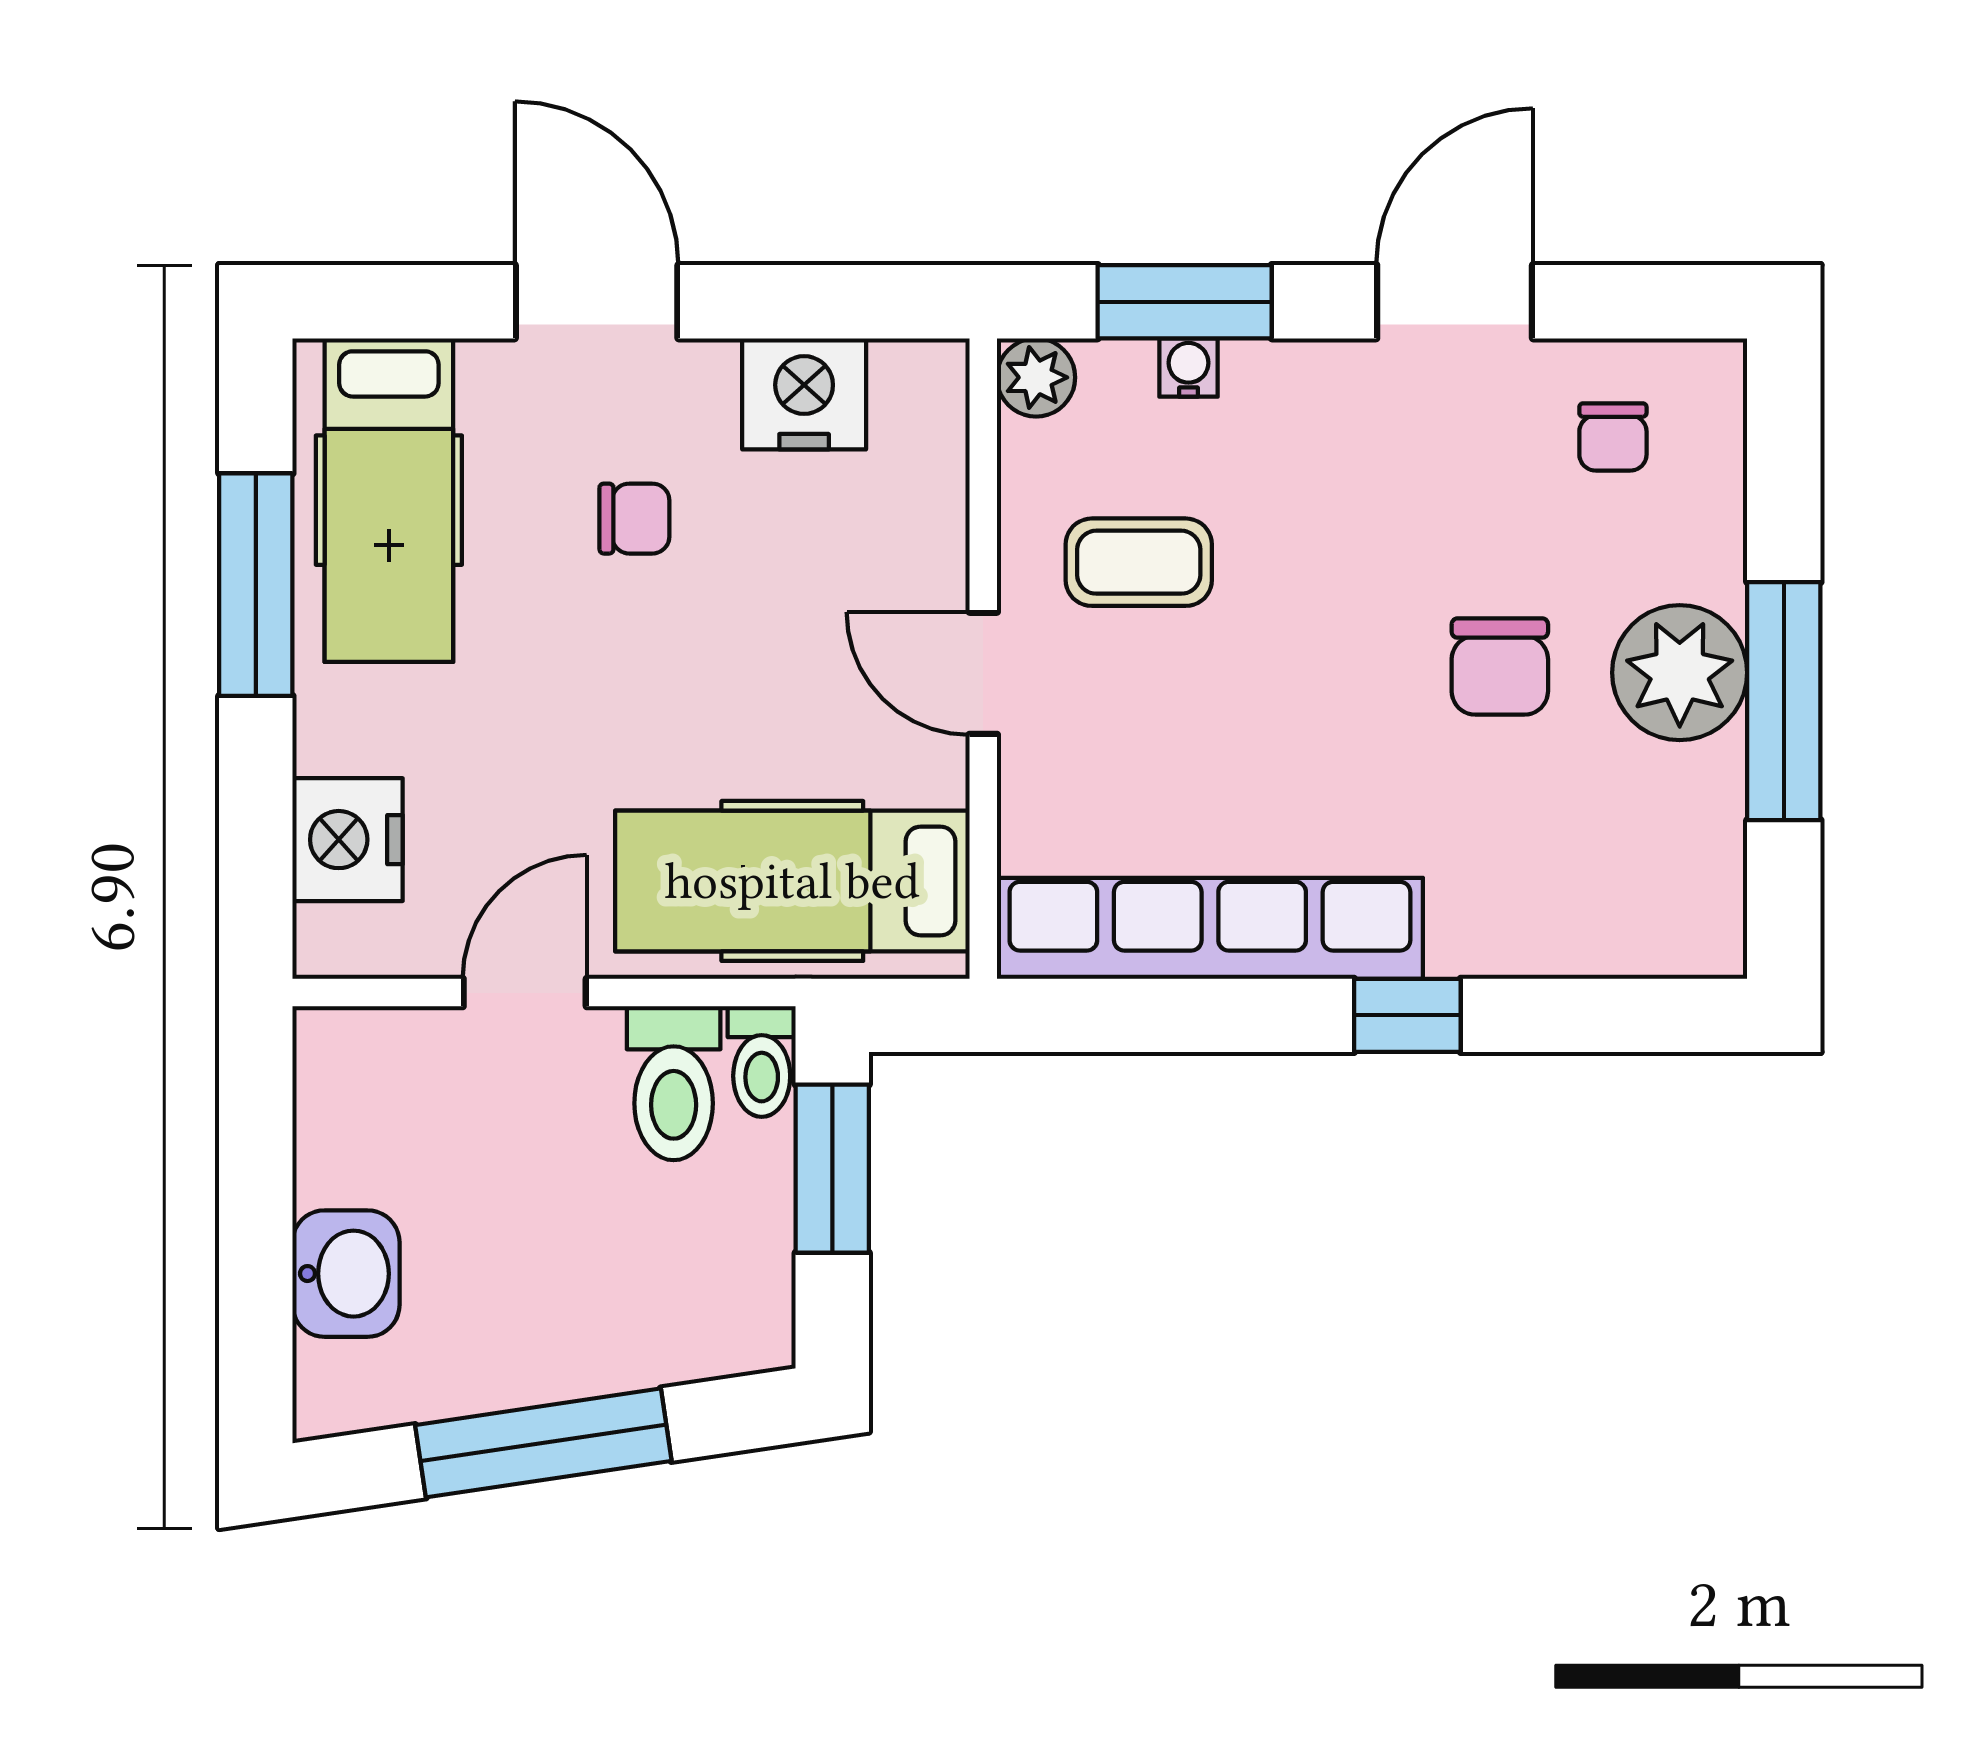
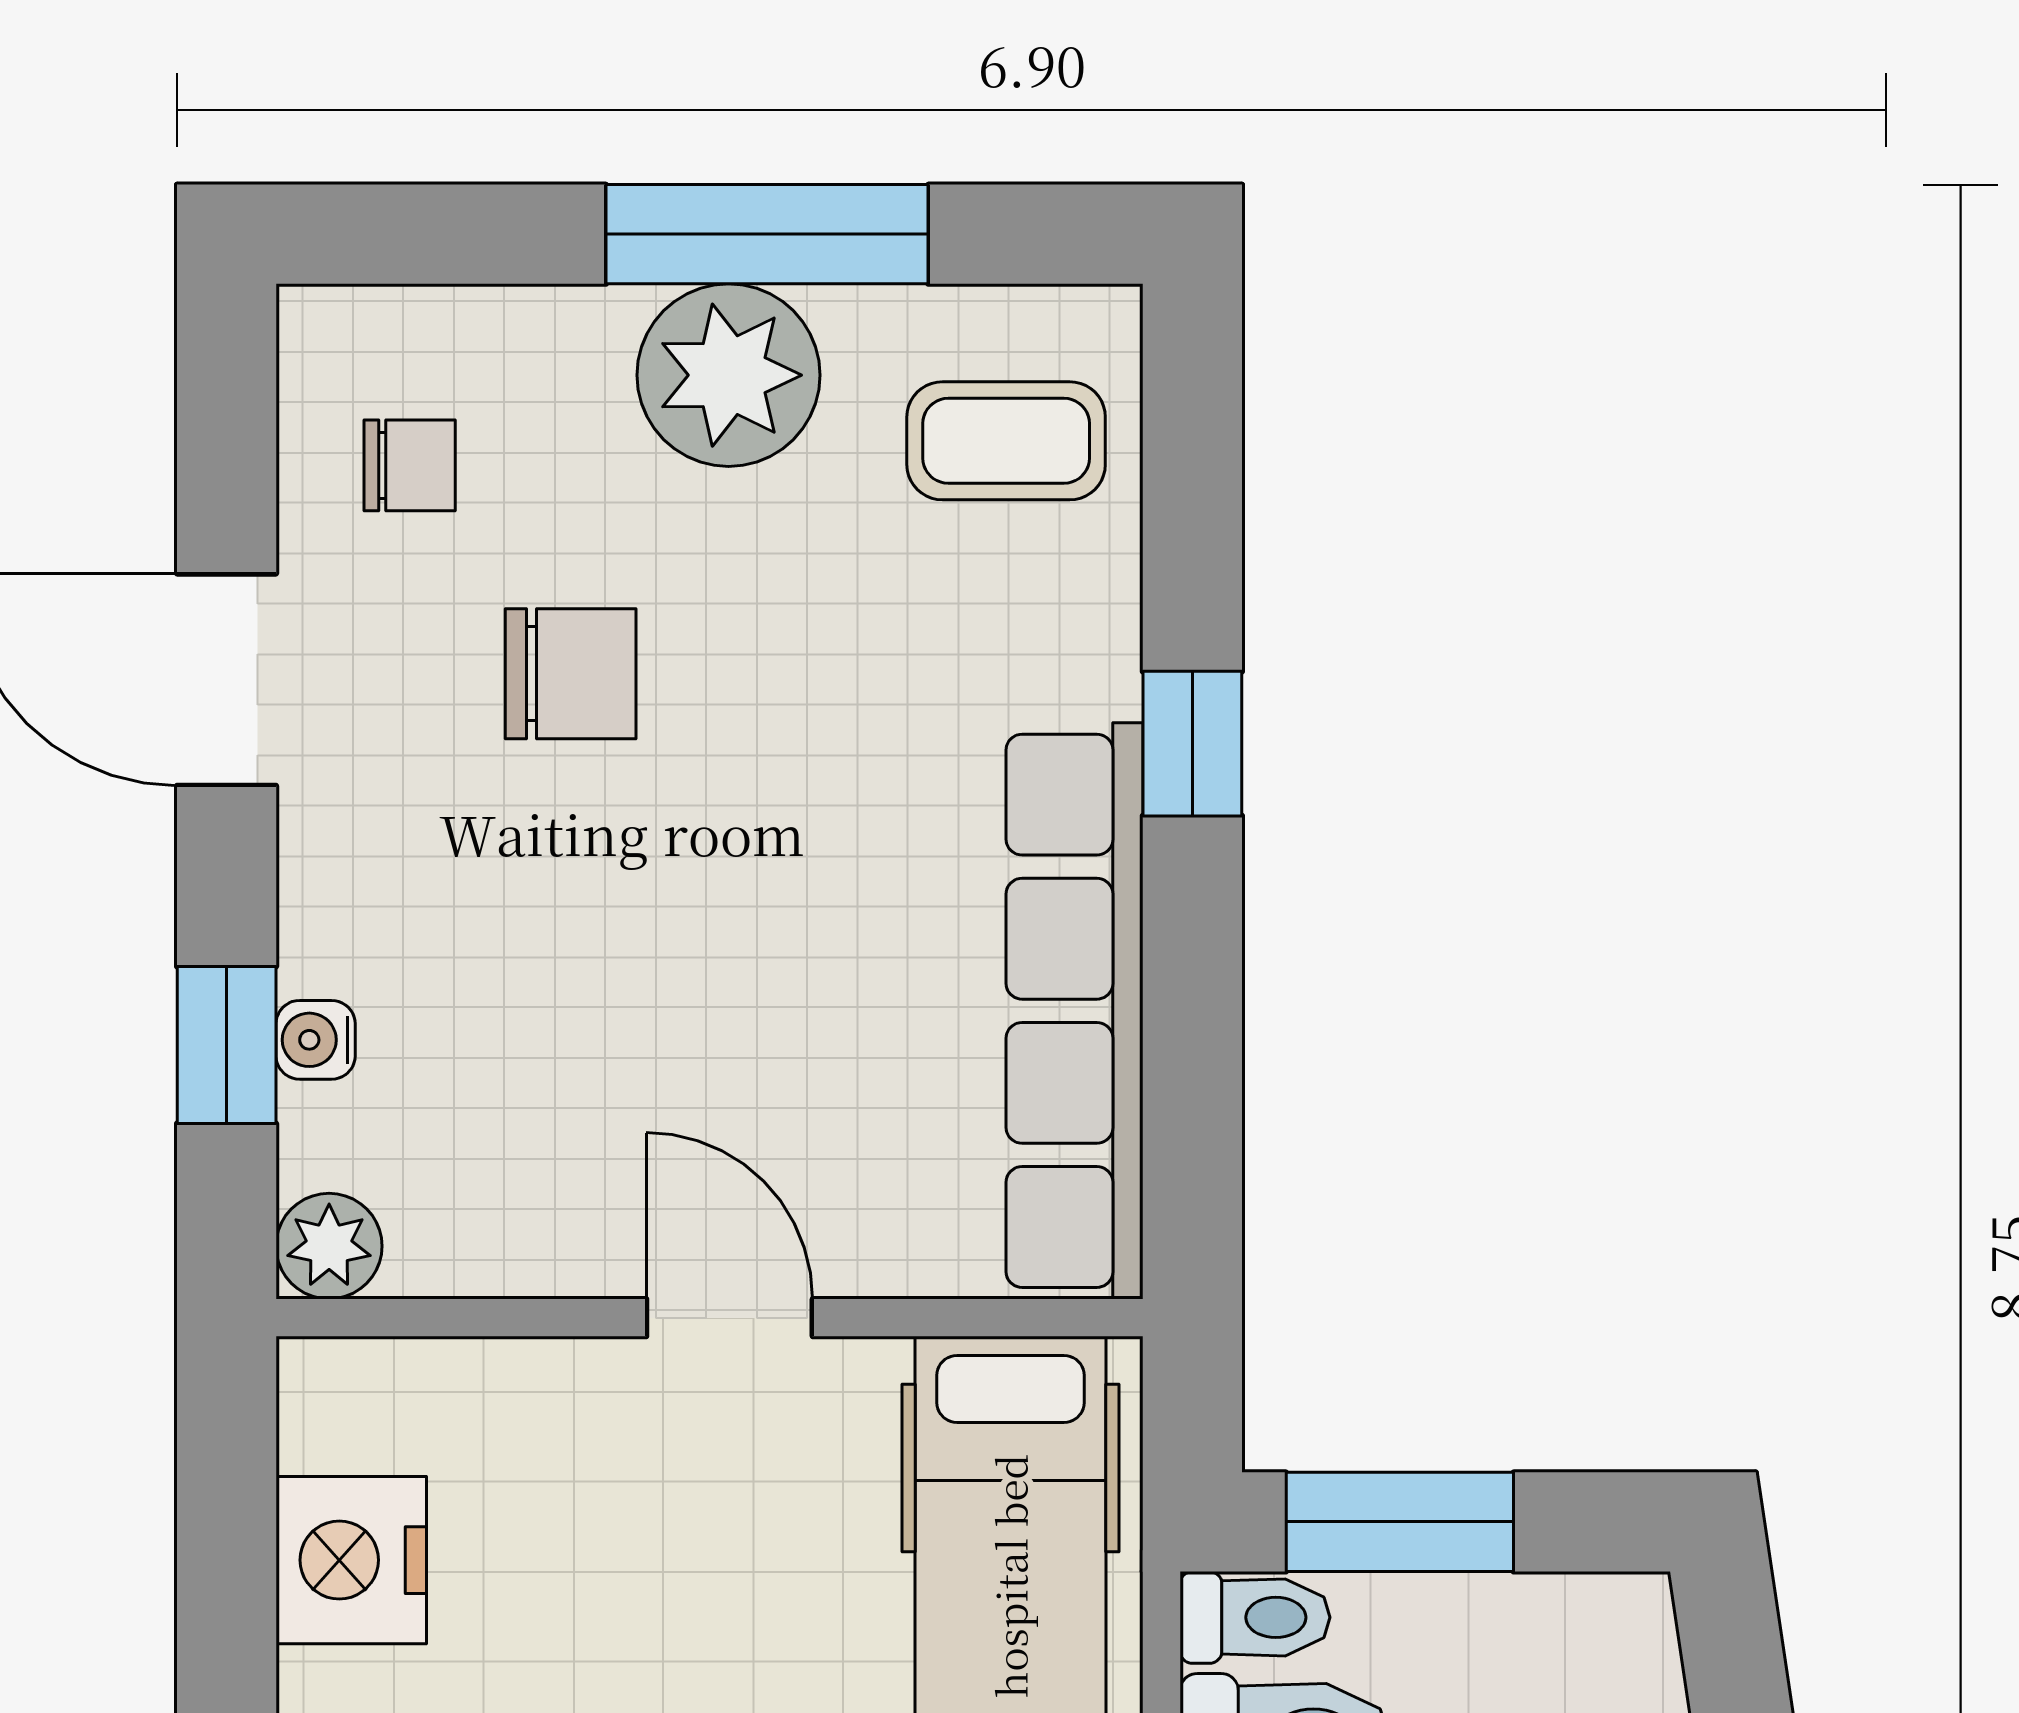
window: (1185, 302) -> (227, 1045), width x0.67
coffee table: (1139, 562) -> (1006, 441), moved, turned 90
chair: (1500, 667) -> (571, 674), moved
door: (983, 673) -> (729, 1318), swing flipped

